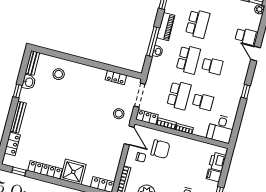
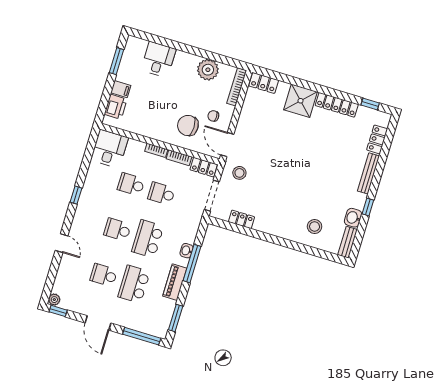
school desk: (246, 36) -> (104, 275), moved
school desk: (179, 95) -> (161, 193), width x0.54

